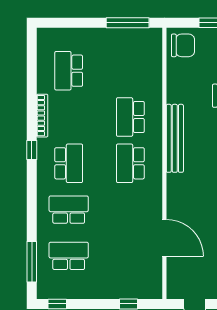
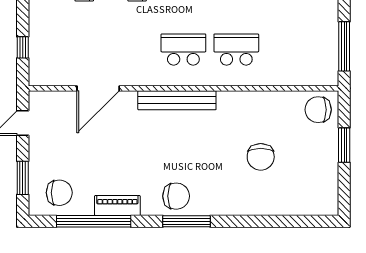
chair: (183, 45) -> (318, 110), turned 90
bench: (175, 138) -> (177, 100), moved

